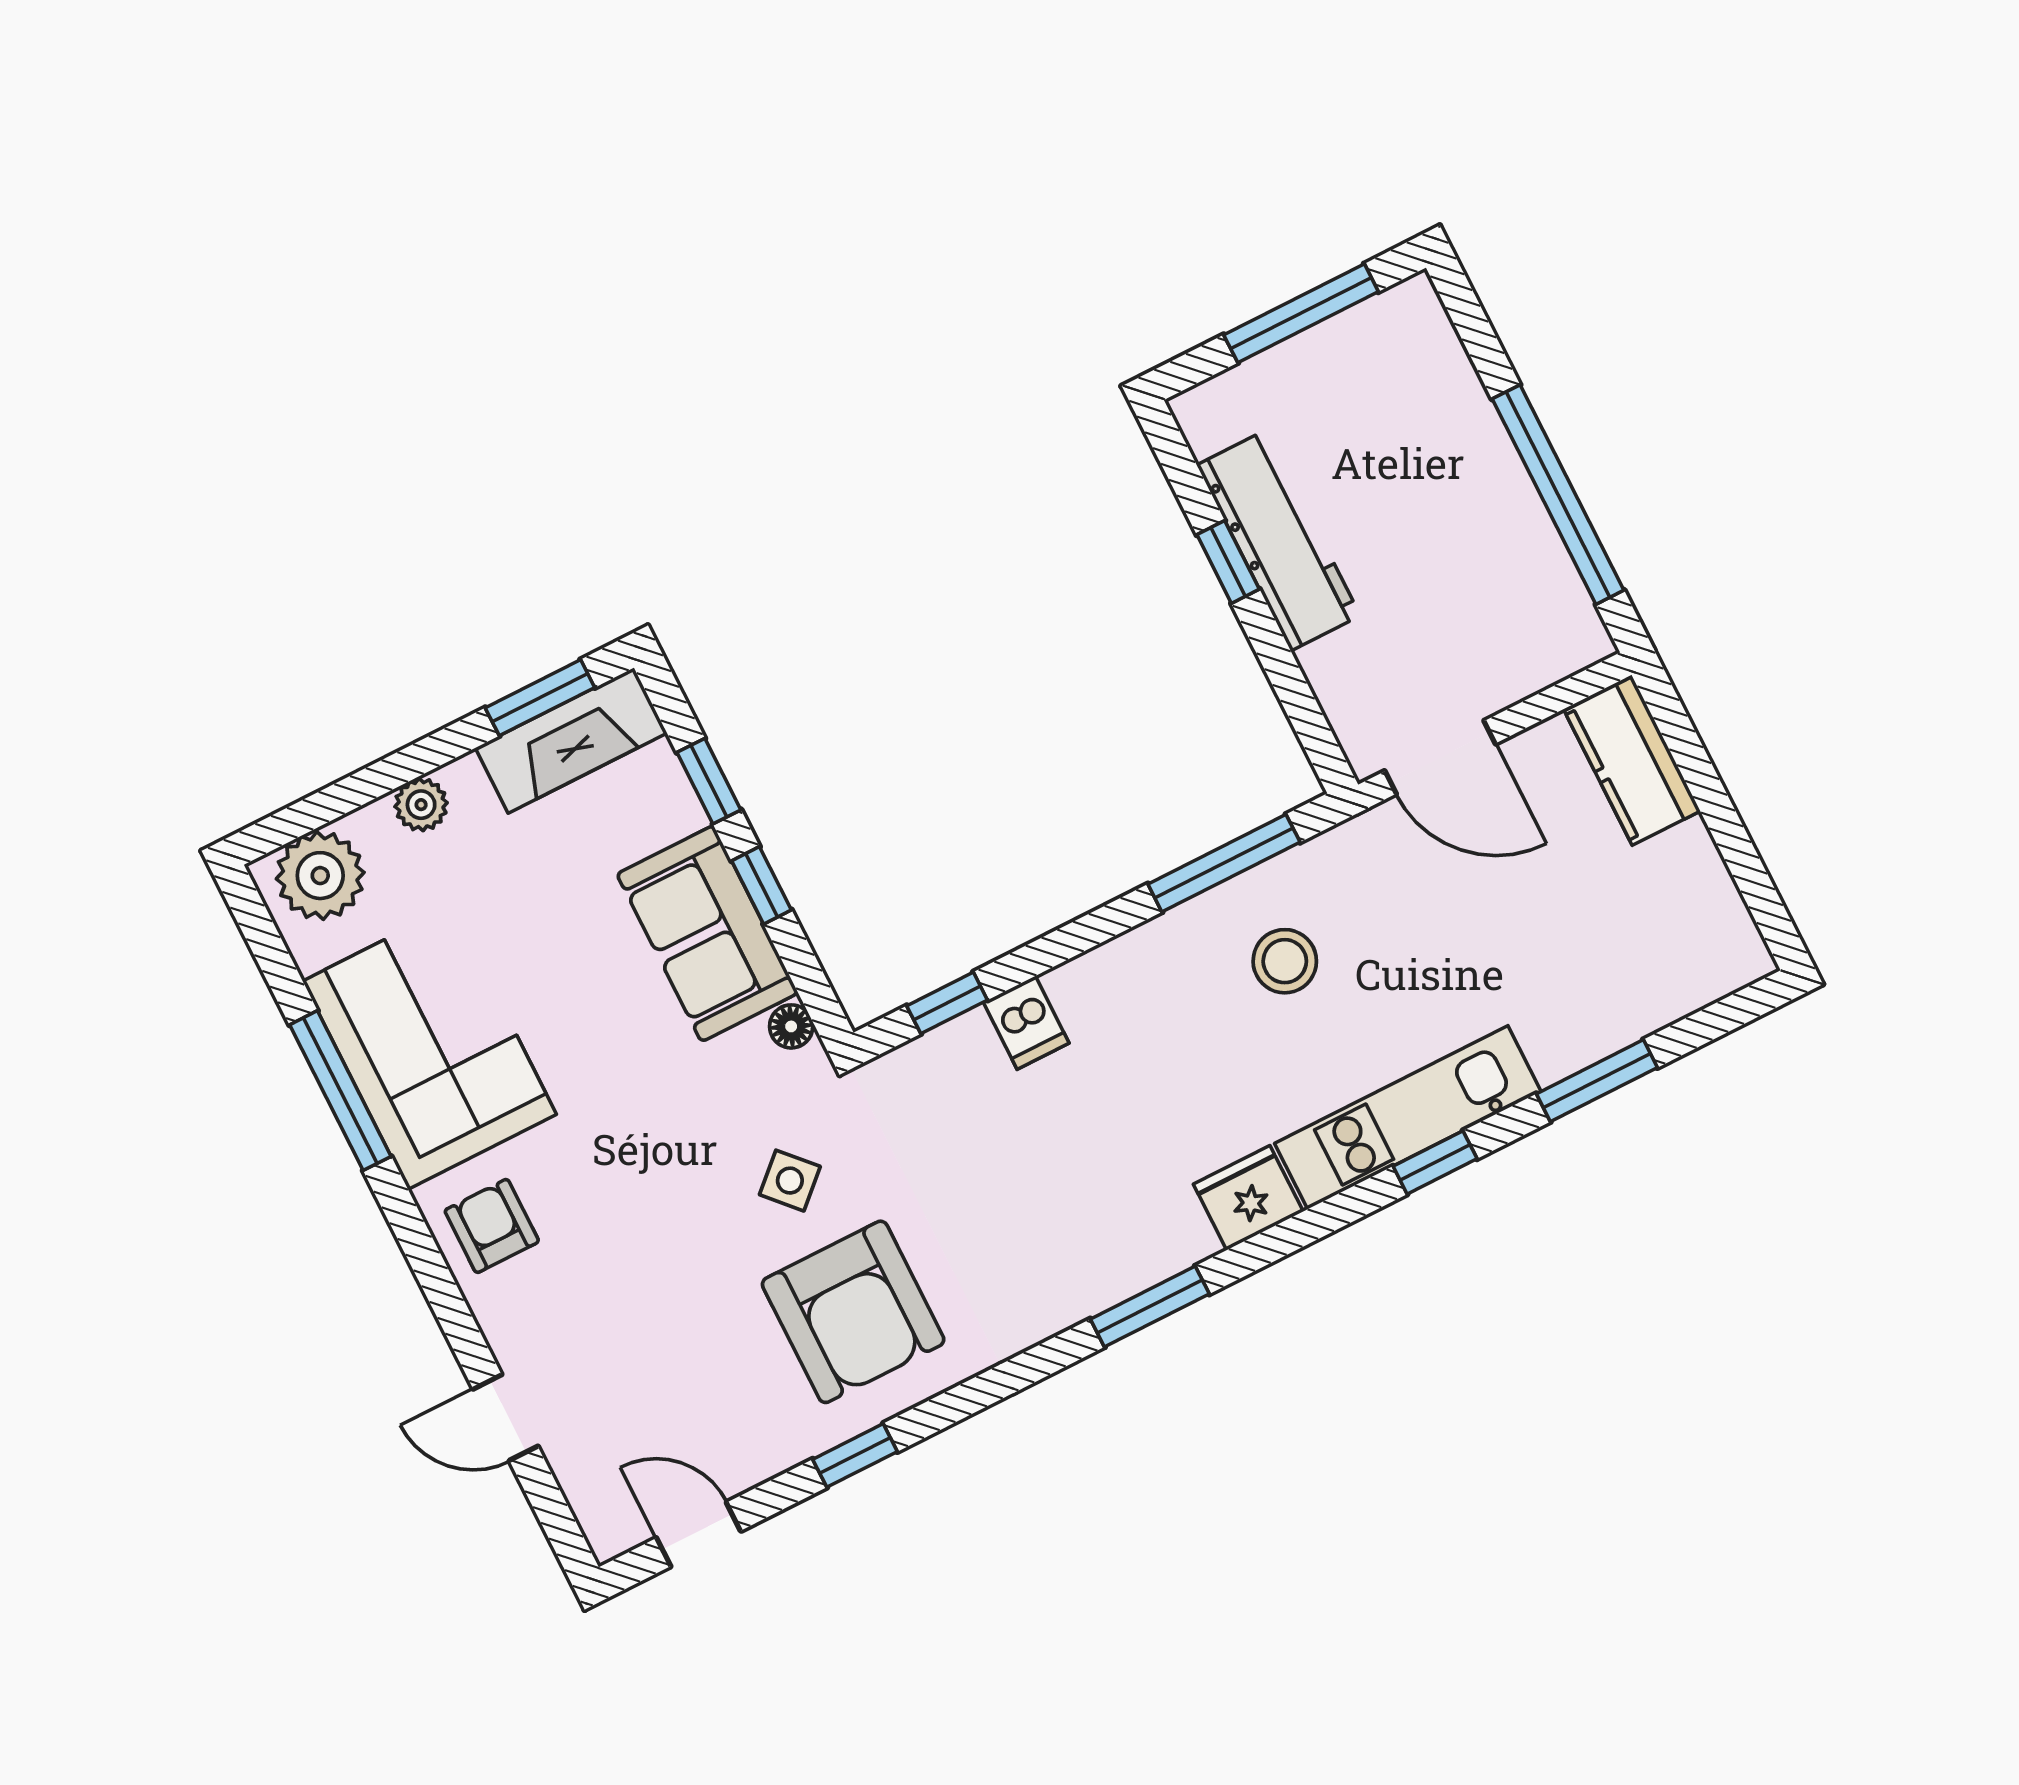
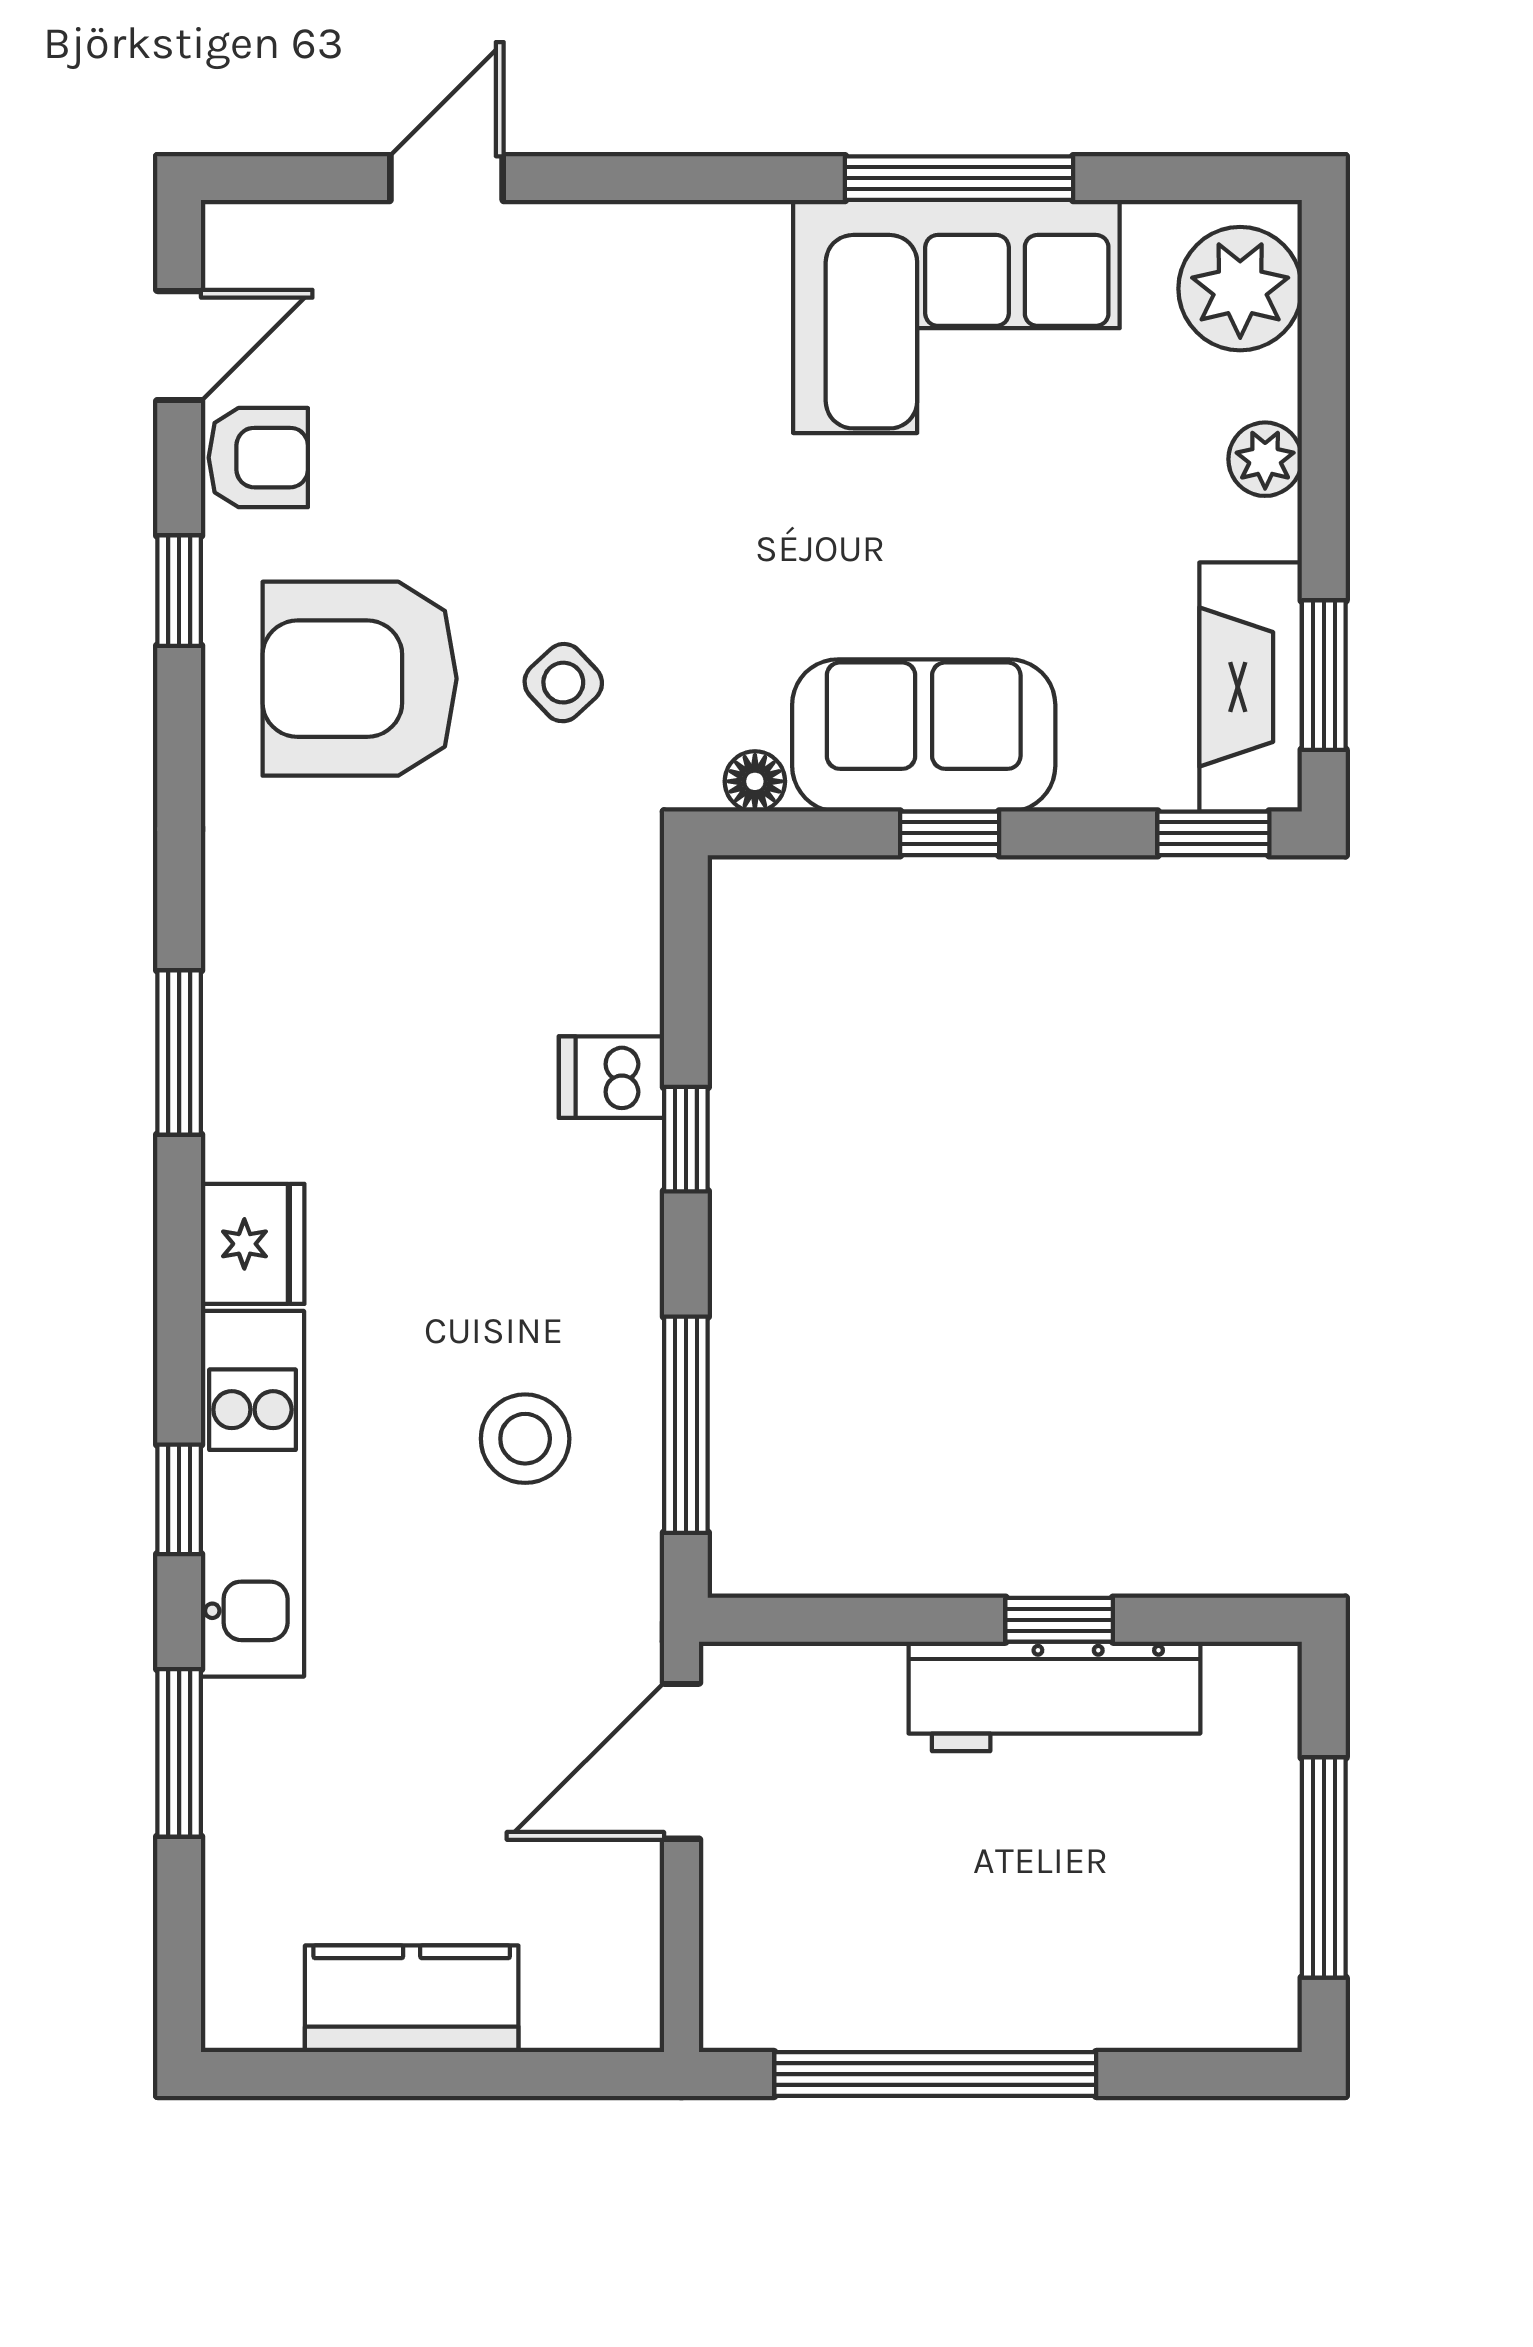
kitchen counter: (1632, 760) -> (412, 1999), moved
window: (709, 781) -> (1213, 833), moved
window: (947, 1003) -> (686, 1139), moved
armchair: (492, 1226) -> (258, 458), moved

